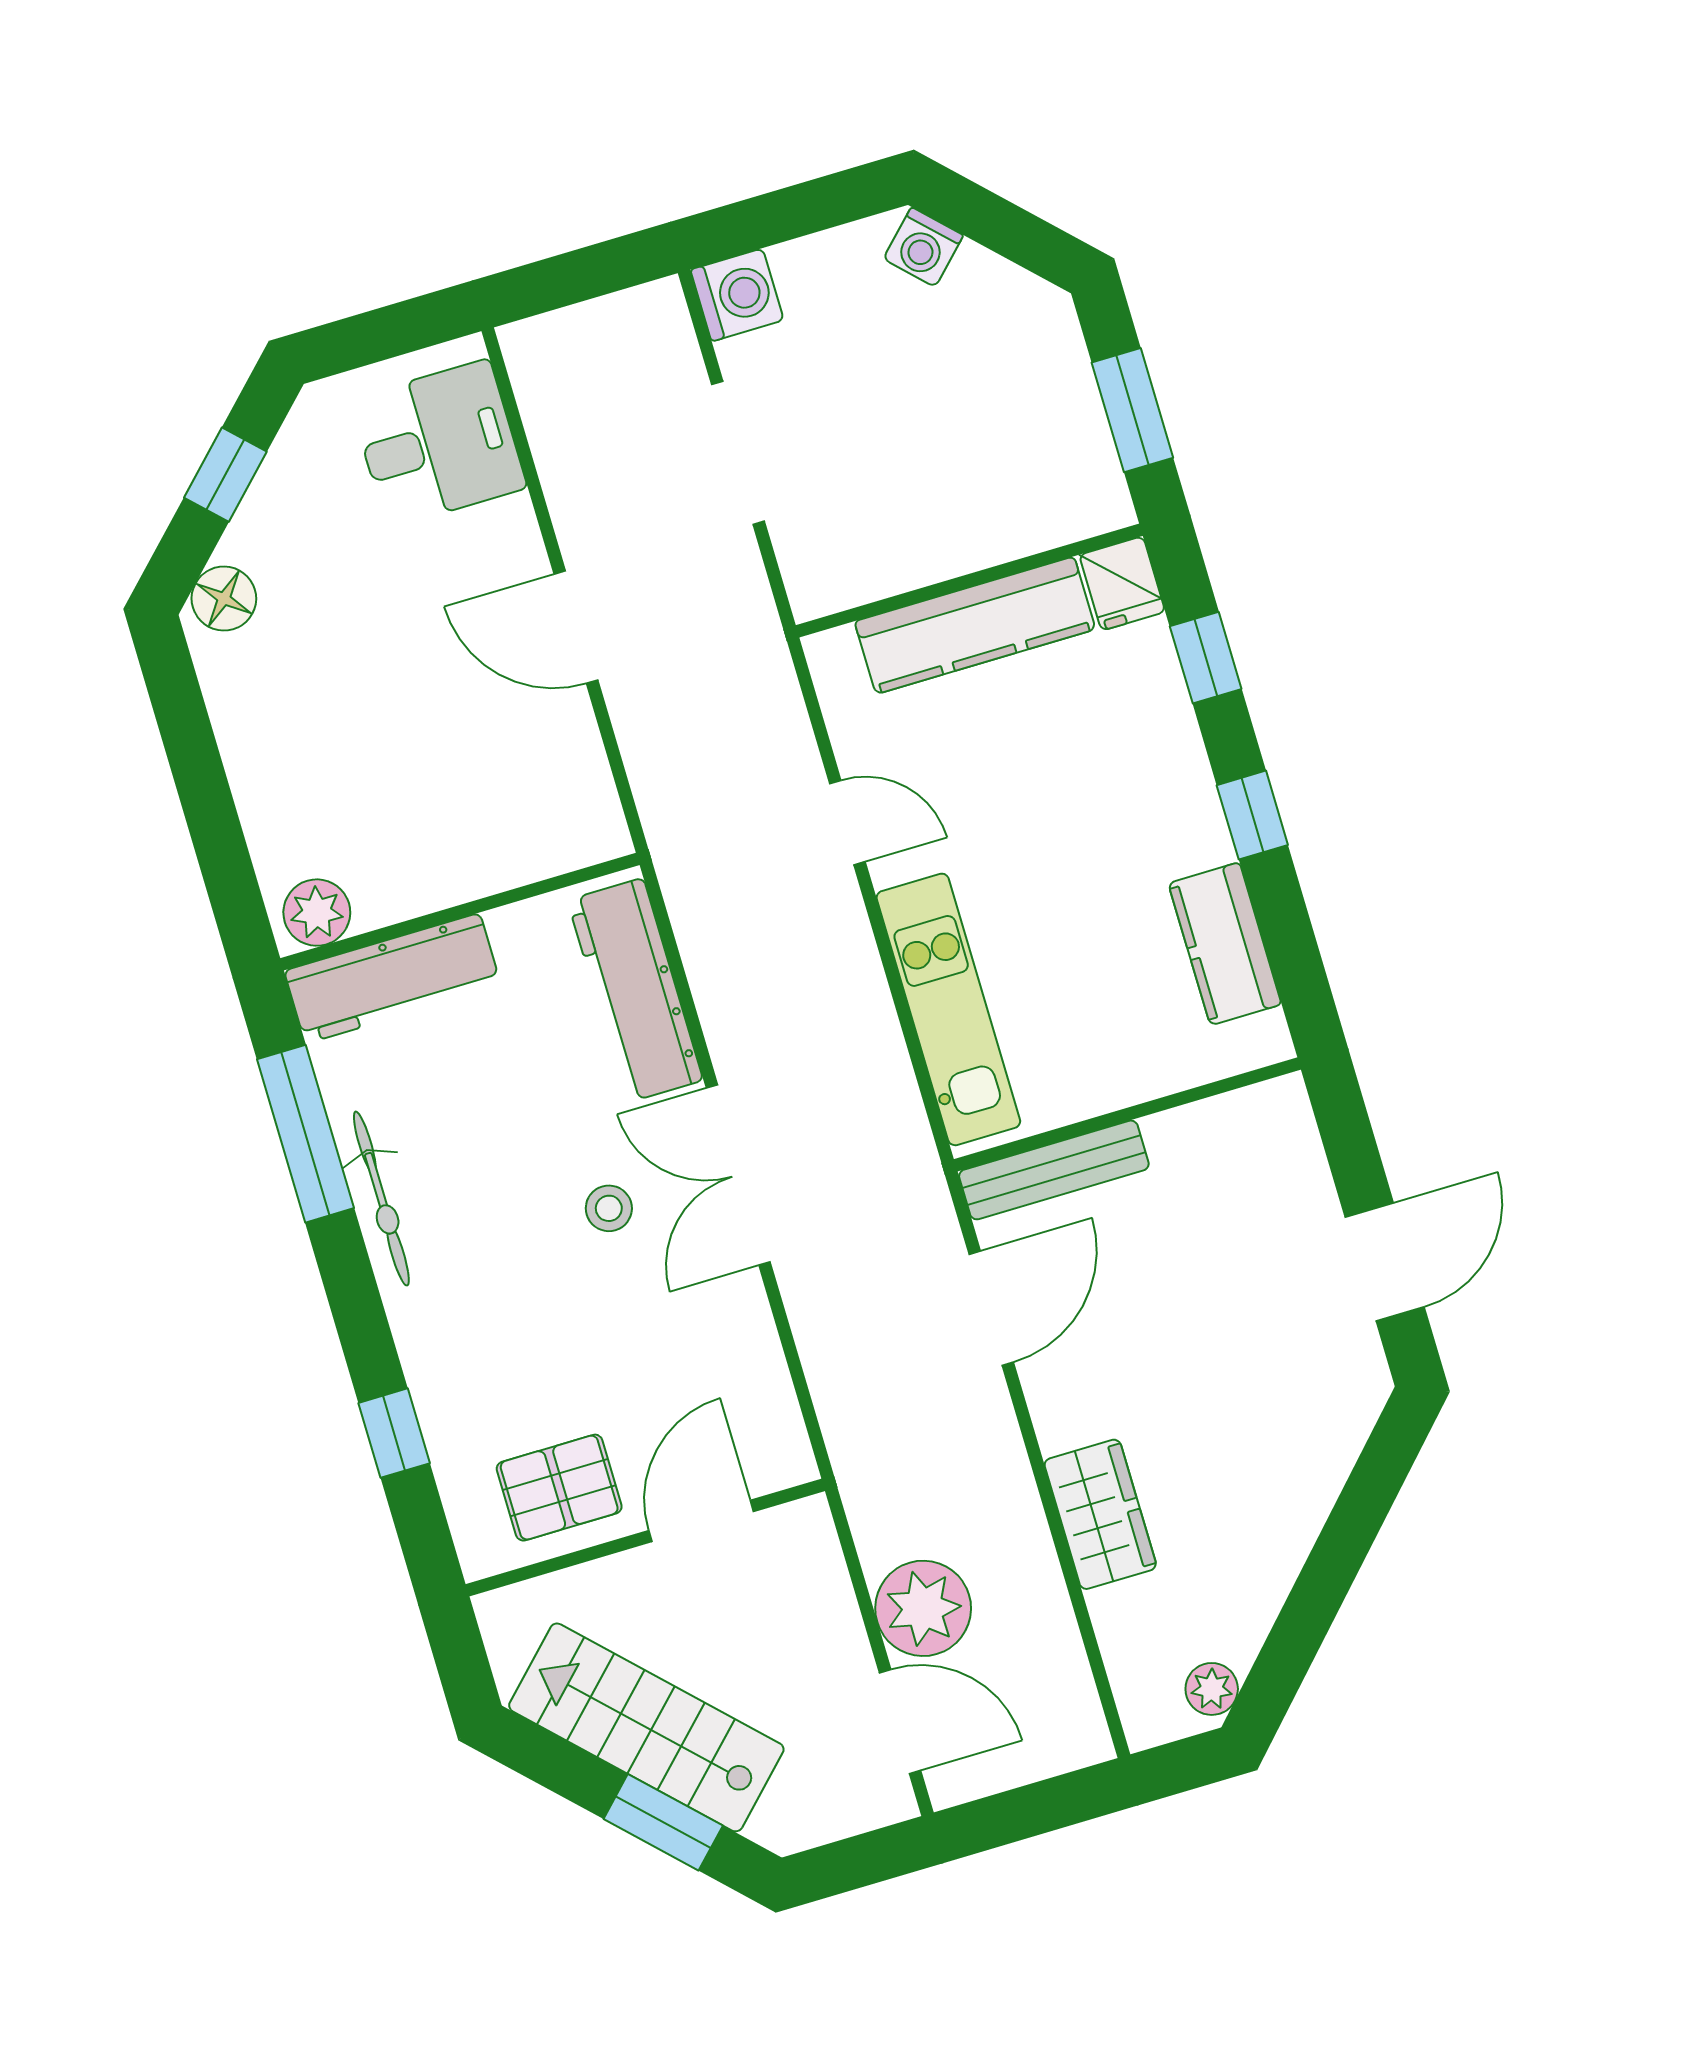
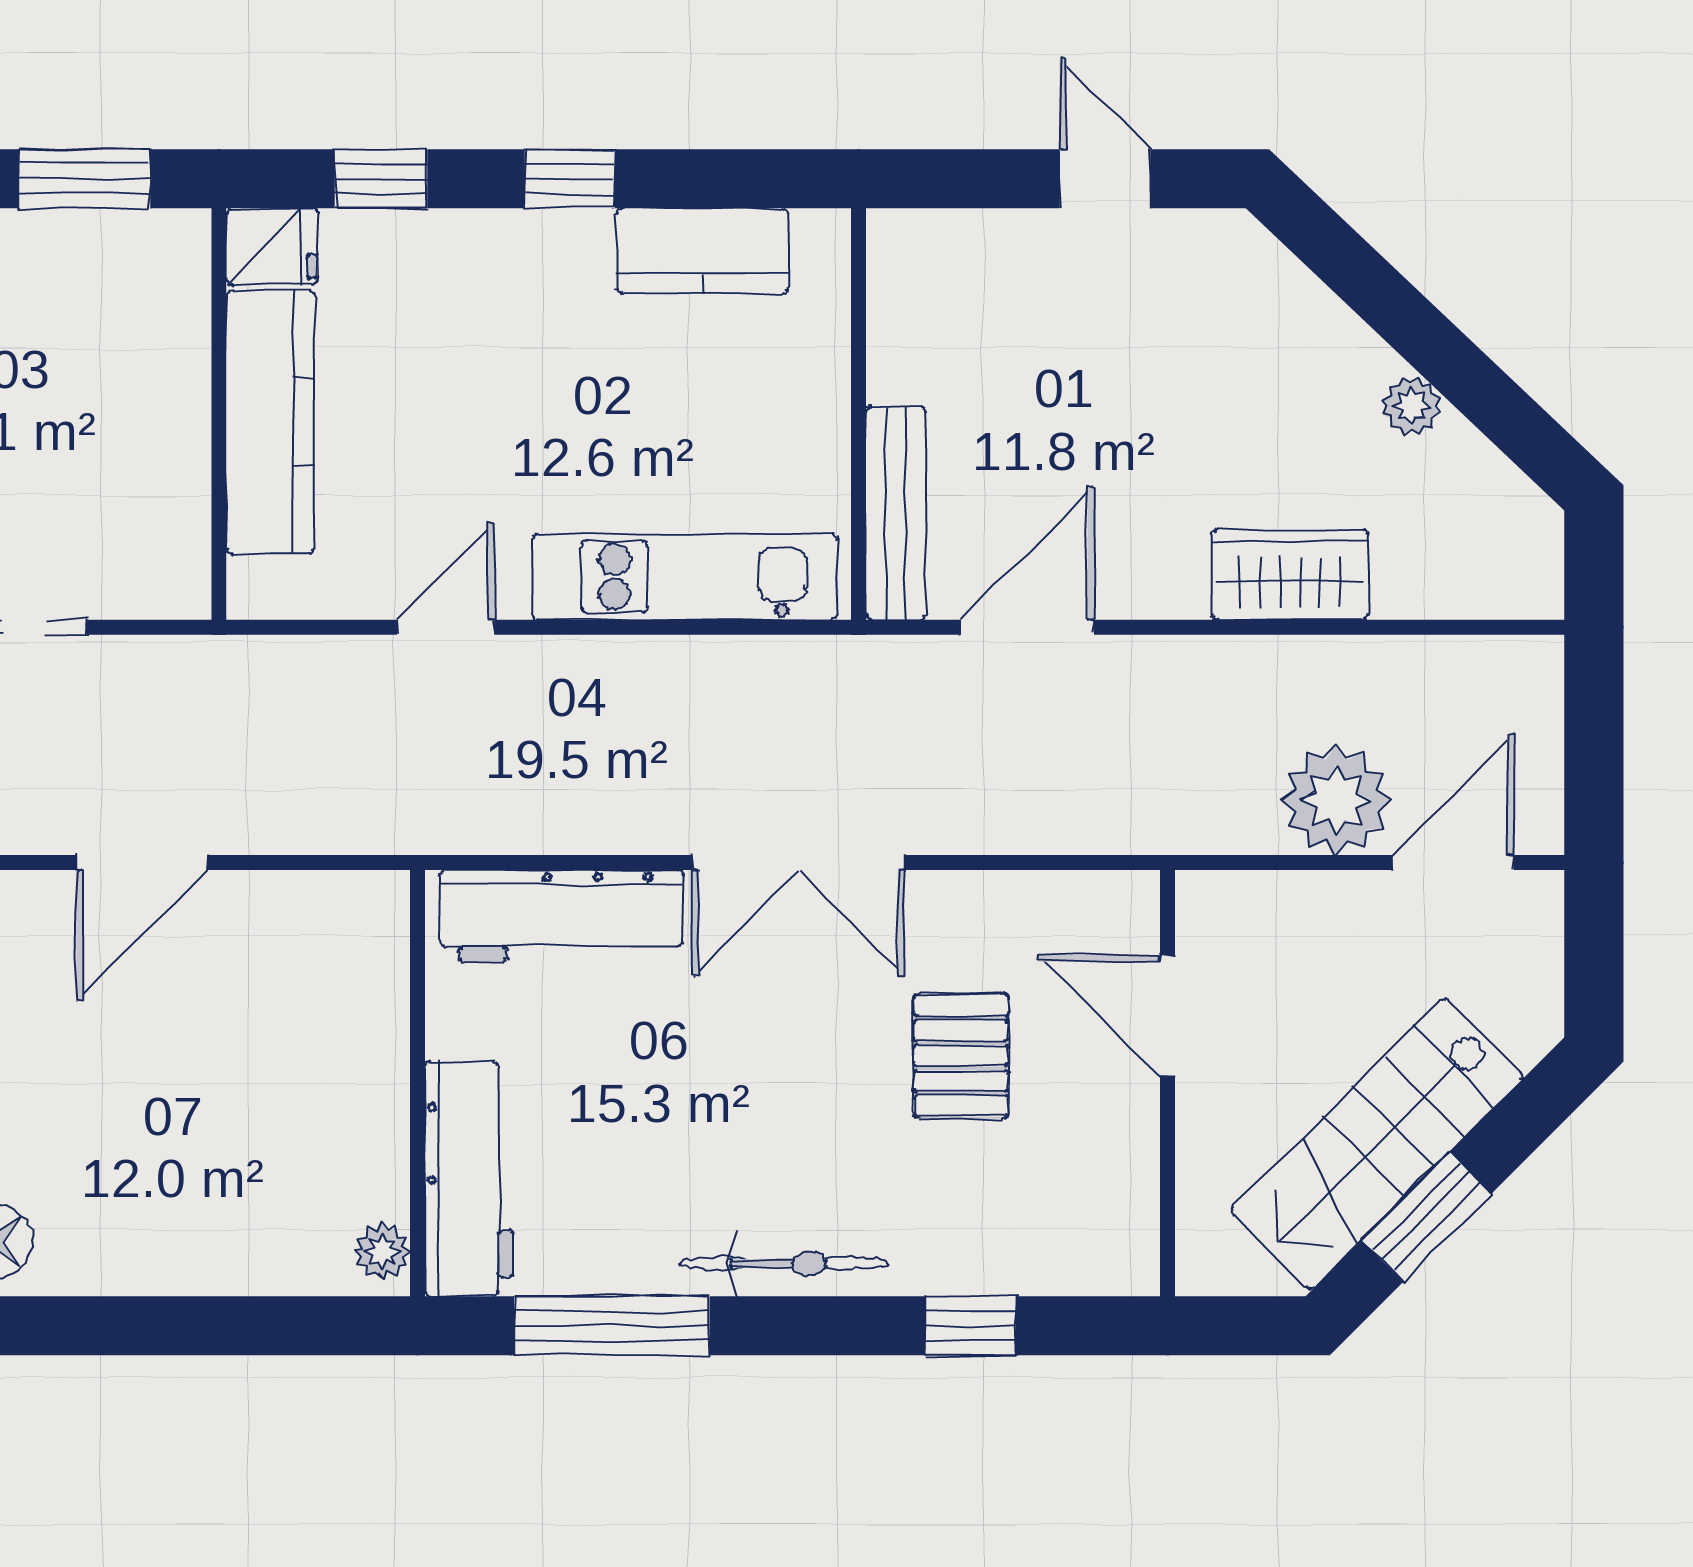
plant: (317, 913) -> (382, 1252), width x0.73, depth x0.73
bicycle: (381, 1199) -> (784, 1263), moved
stool: (609, 1208) -> (793, 1016), removed
door: (1385, 1262) -> (1105, 179), width x0.73
door: (991, 1308) -> (1028, 627), hinge flipped
pallet: (559, 1488) -> (961, 1056), moved
plant: (1212, 1689) -> (1411, 406), moved
window: (663, 1822) -> (1427, 1217), moved

